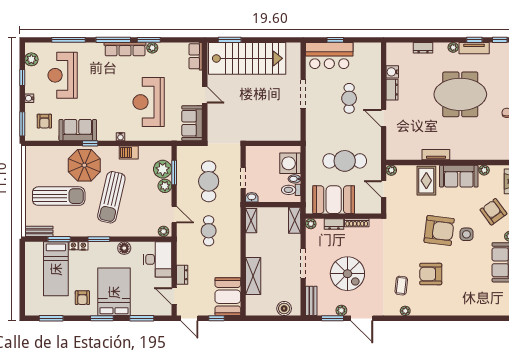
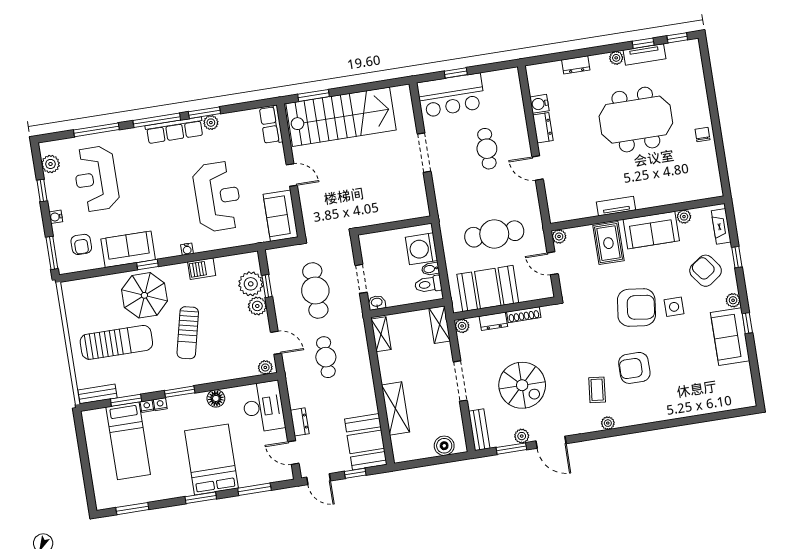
reception desk: (149, 102) -> (218, 196), turned 180
window: (174, 173) -> (267, 286), width x0.67
sun lounger: (111, 197) -> (188, 333), width x0.73, depth x0.75
armchair: (82, 298) -> (170, 474), removed

